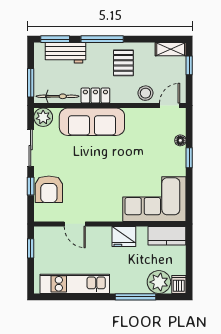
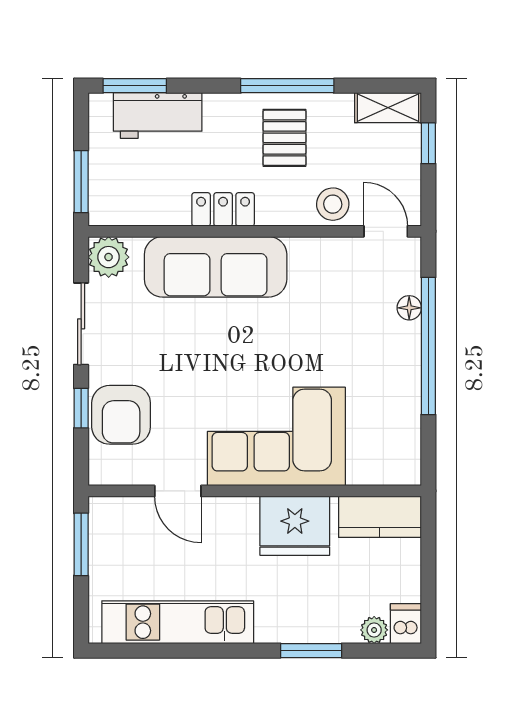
window: (102, 39) -> (287, 86), moved
bicycle: (58, 96) -> (140, 211), removed
door: (170, 106) -> (386, 231), hinge flipped
window: (189, 158) -> (428, 346), width x3.17
corner sofa: (154, 199) -> (276, 436), moved
fridge: (124, 236) -> (295, 526), width x1.36, depth x1.34
window: (31, 248) -> (81, 544), width x1.50
plant: (159, 282) -> (374, 630), width x0.53, depth x0.53
window: (136, 297) -> (311, 651), width x0.69

